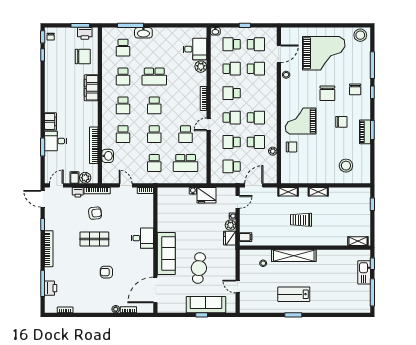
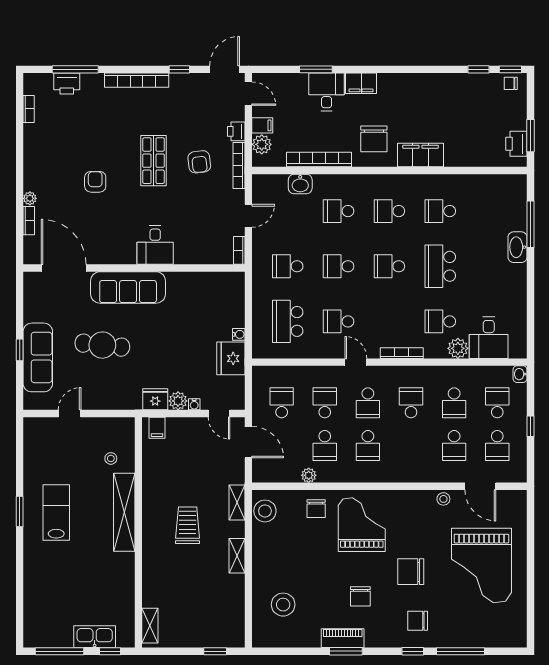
stool: (360, 35) -> (265, 511), moved
school desk: (123, 48) -> (440, 321), moved
chair: (83, 56) -> (374, 139), moved

